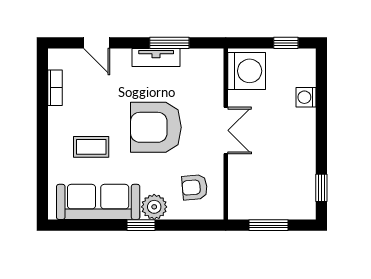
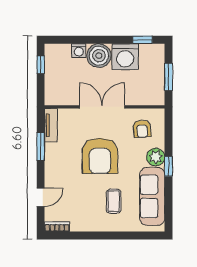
tv unit: (156, 57) -> (51, 125), moved
washing machine: (247, 71) -> (125, 57), moved, turned 180
bookcase: (55, 88) -> (57, 227), moved
boiler: (299, 126) -> (99, 56), added
double door: (226, 130) -> (102, 107), width x1.37

